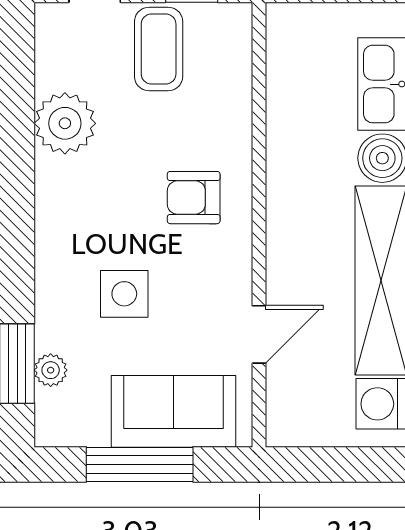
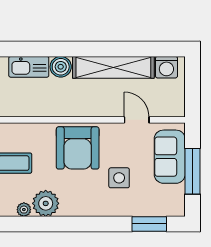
armchair: (194, 198) -> (78, 148), width x1.88, depth x1.88
plant: (51, 370) -> (24, 210), moved

